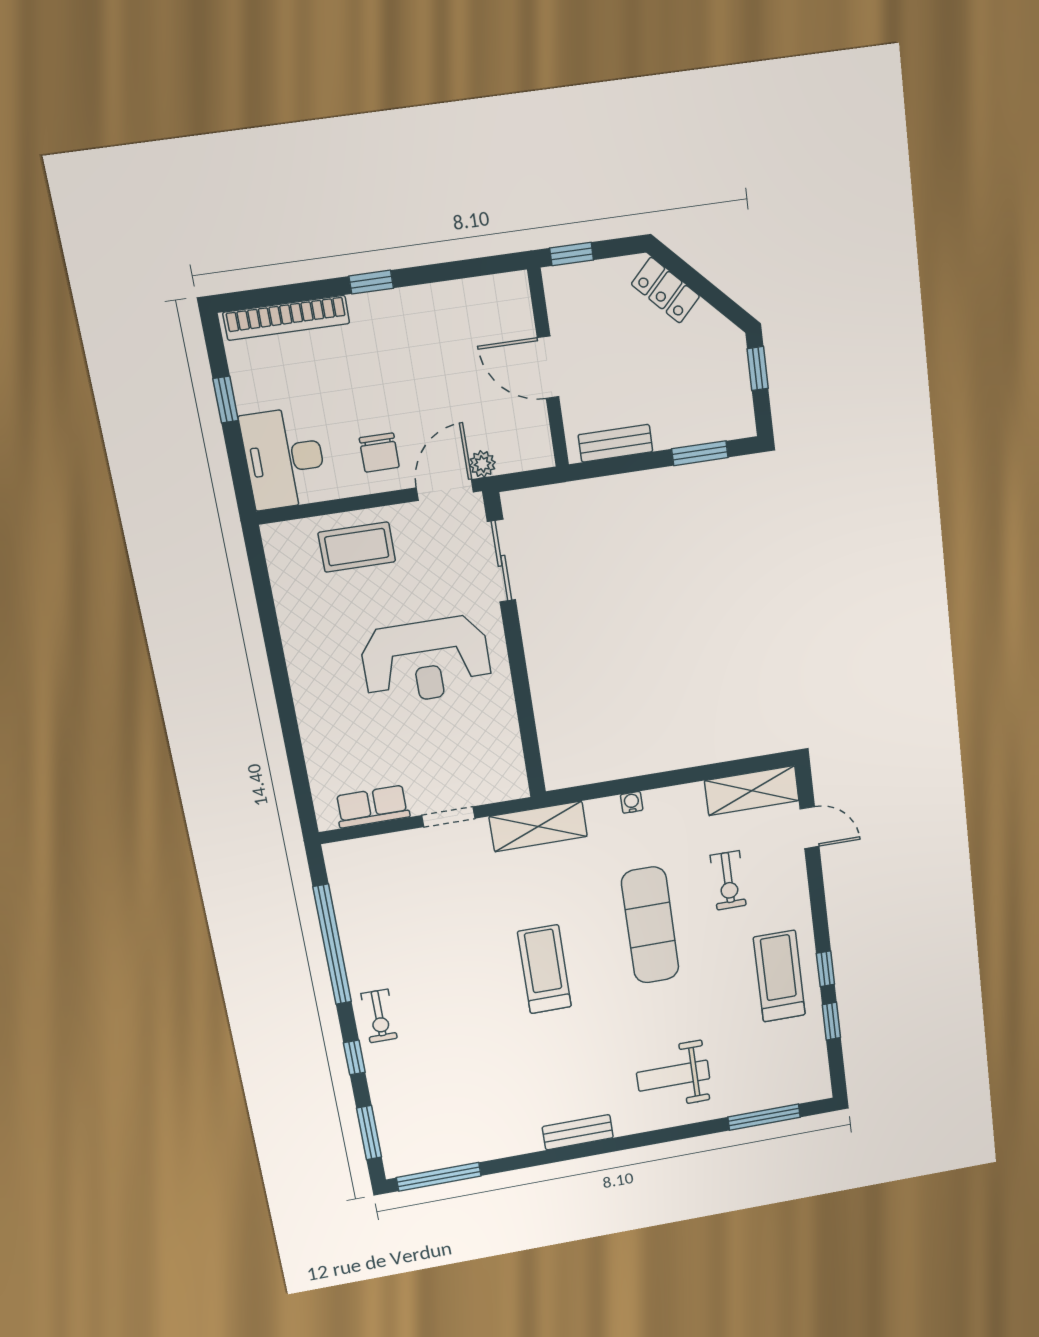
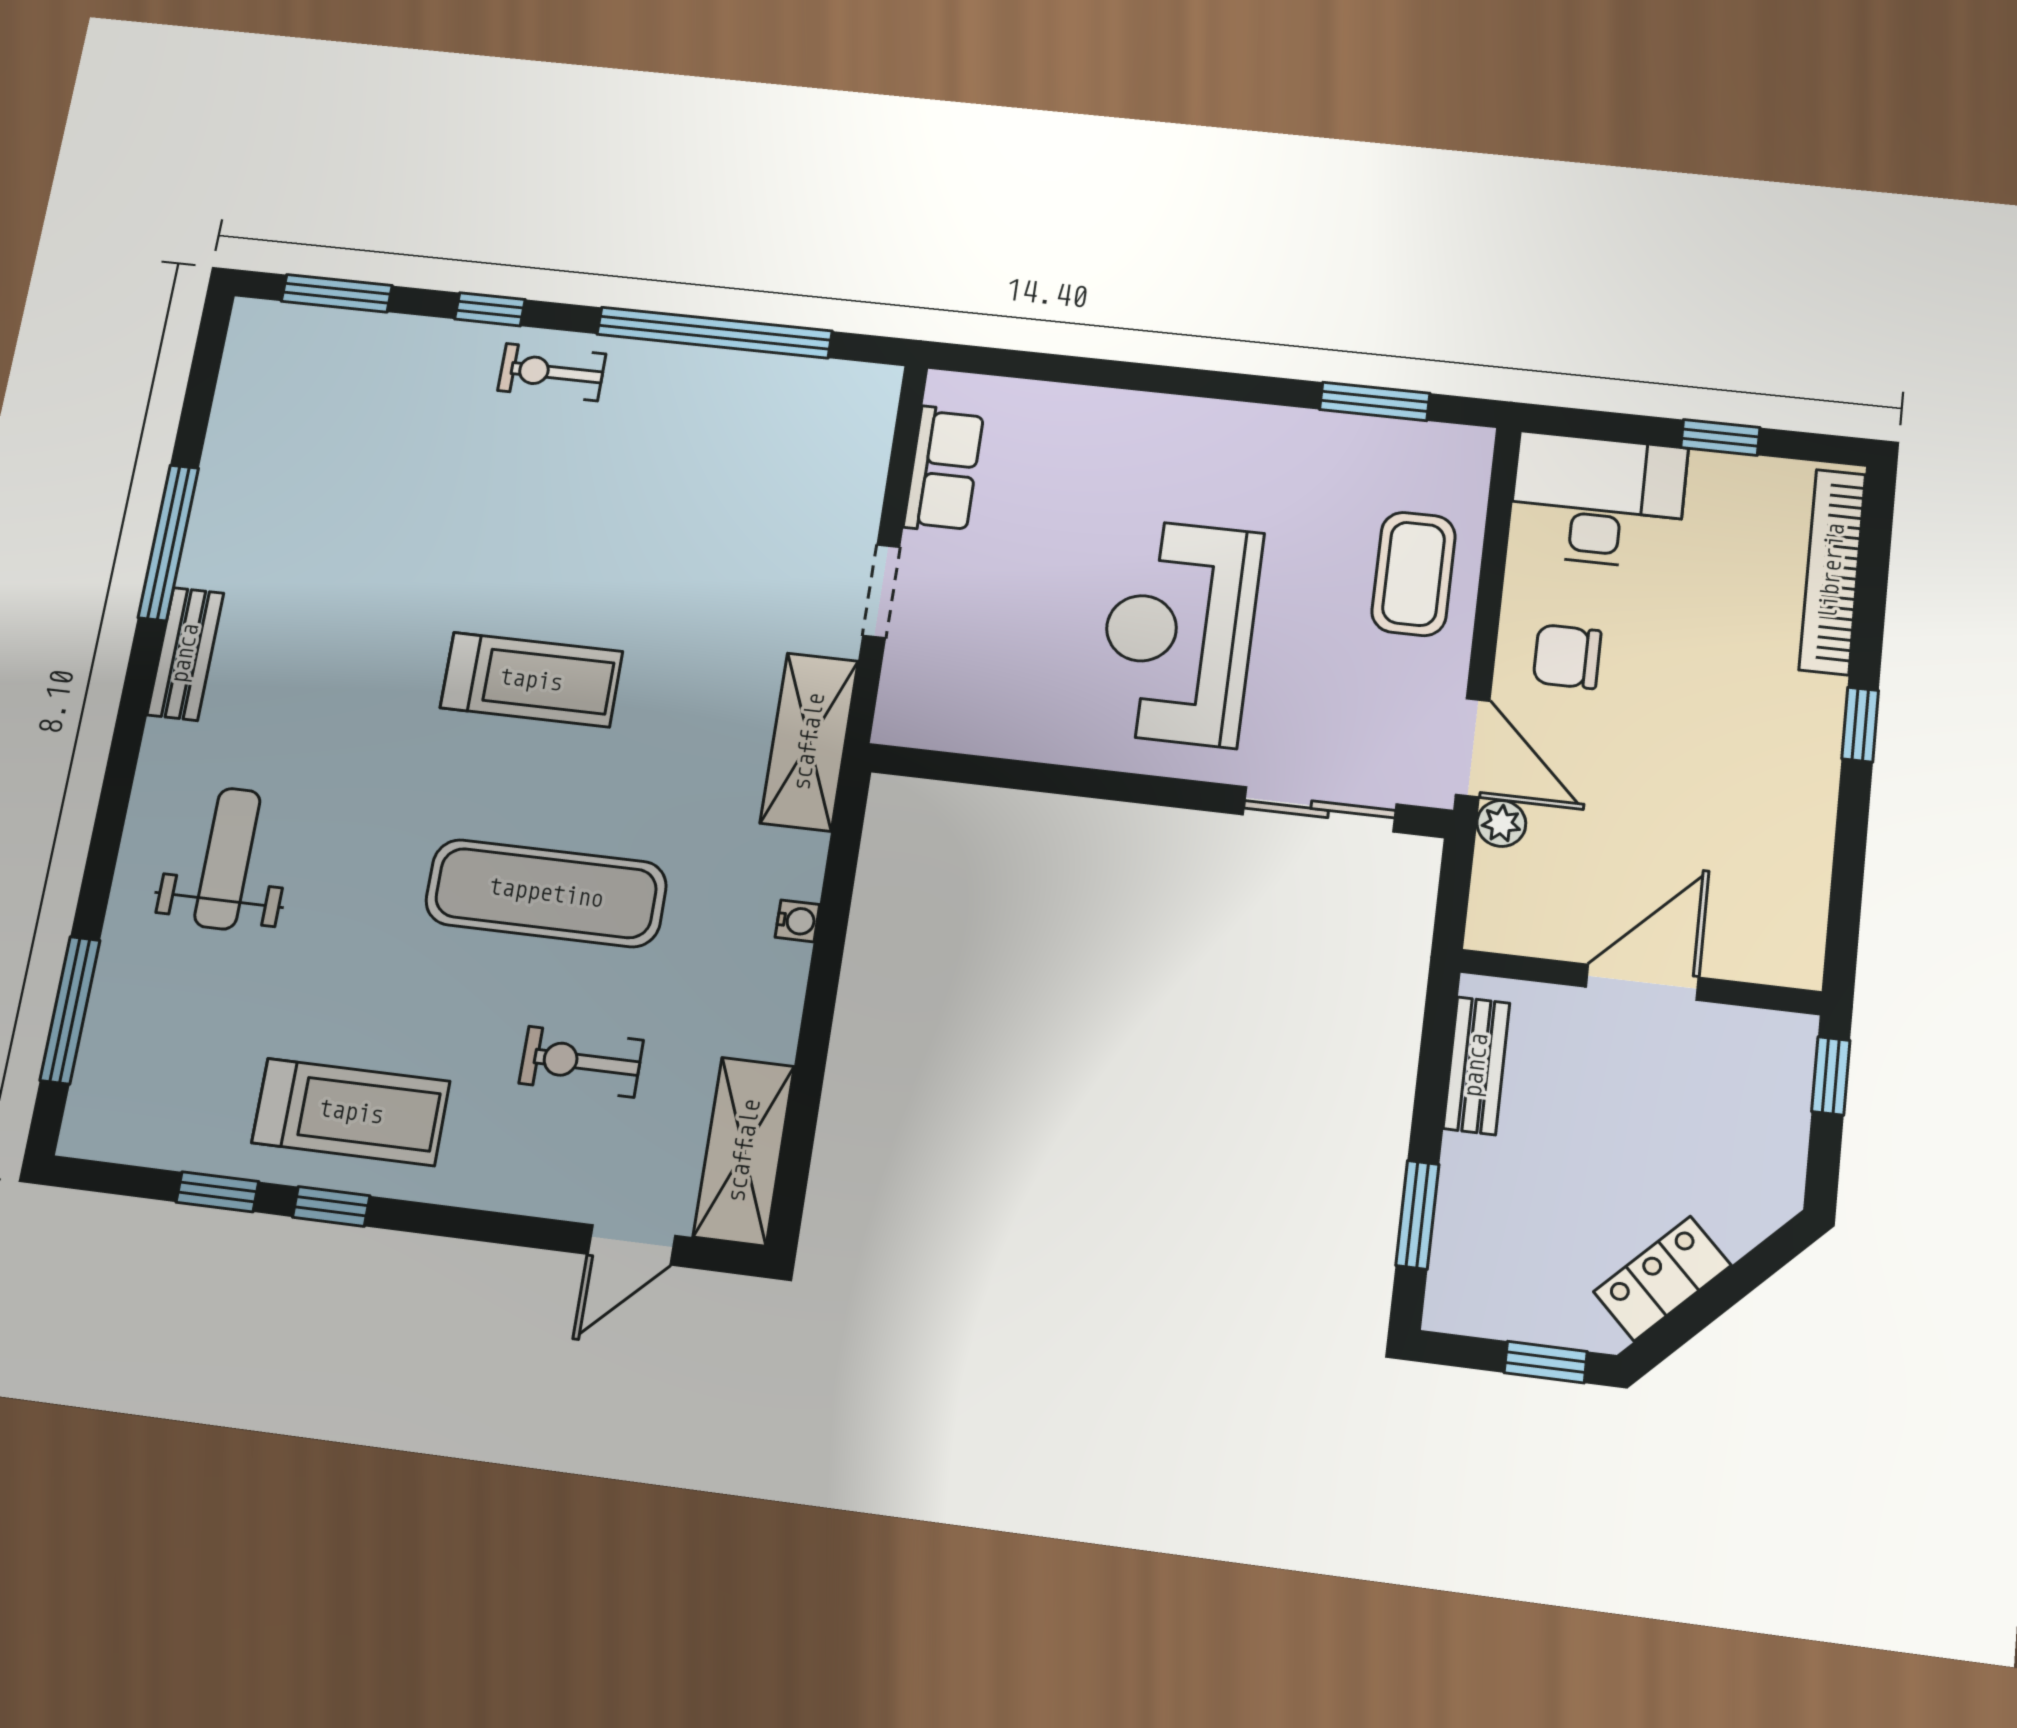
locker: (665, 290) -> (1662, 1279), moved
window: (264, 595) -> (1375, 401), added
window: (439, 1177) -> (168, 543), moved

